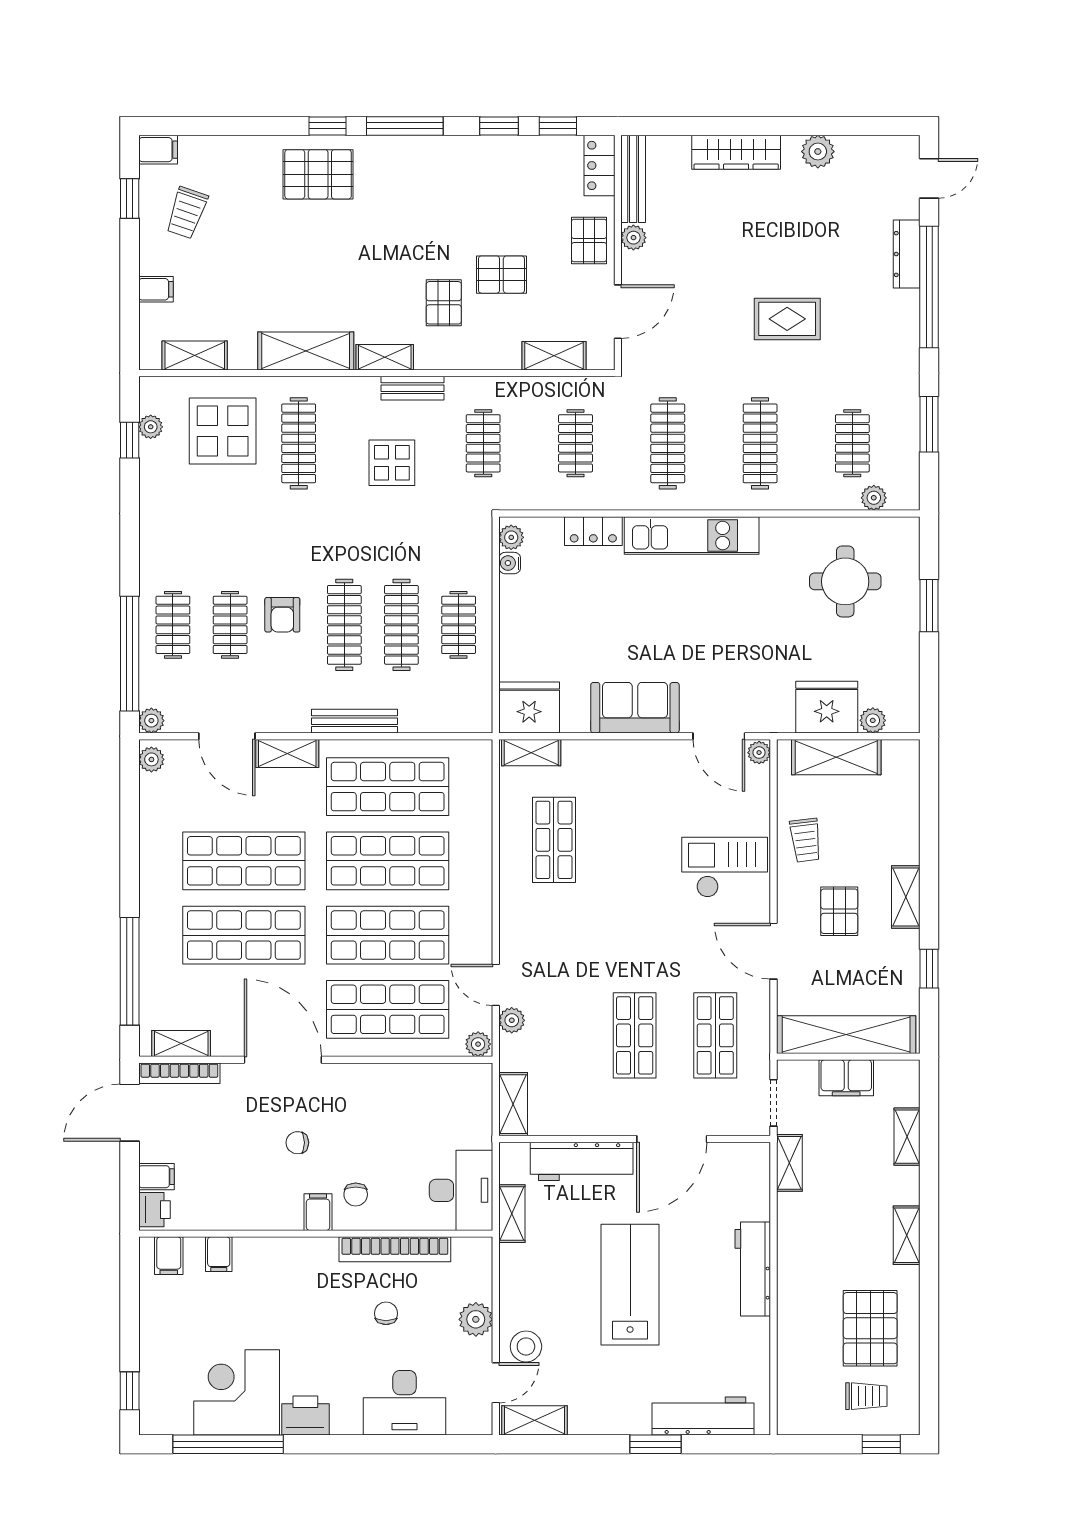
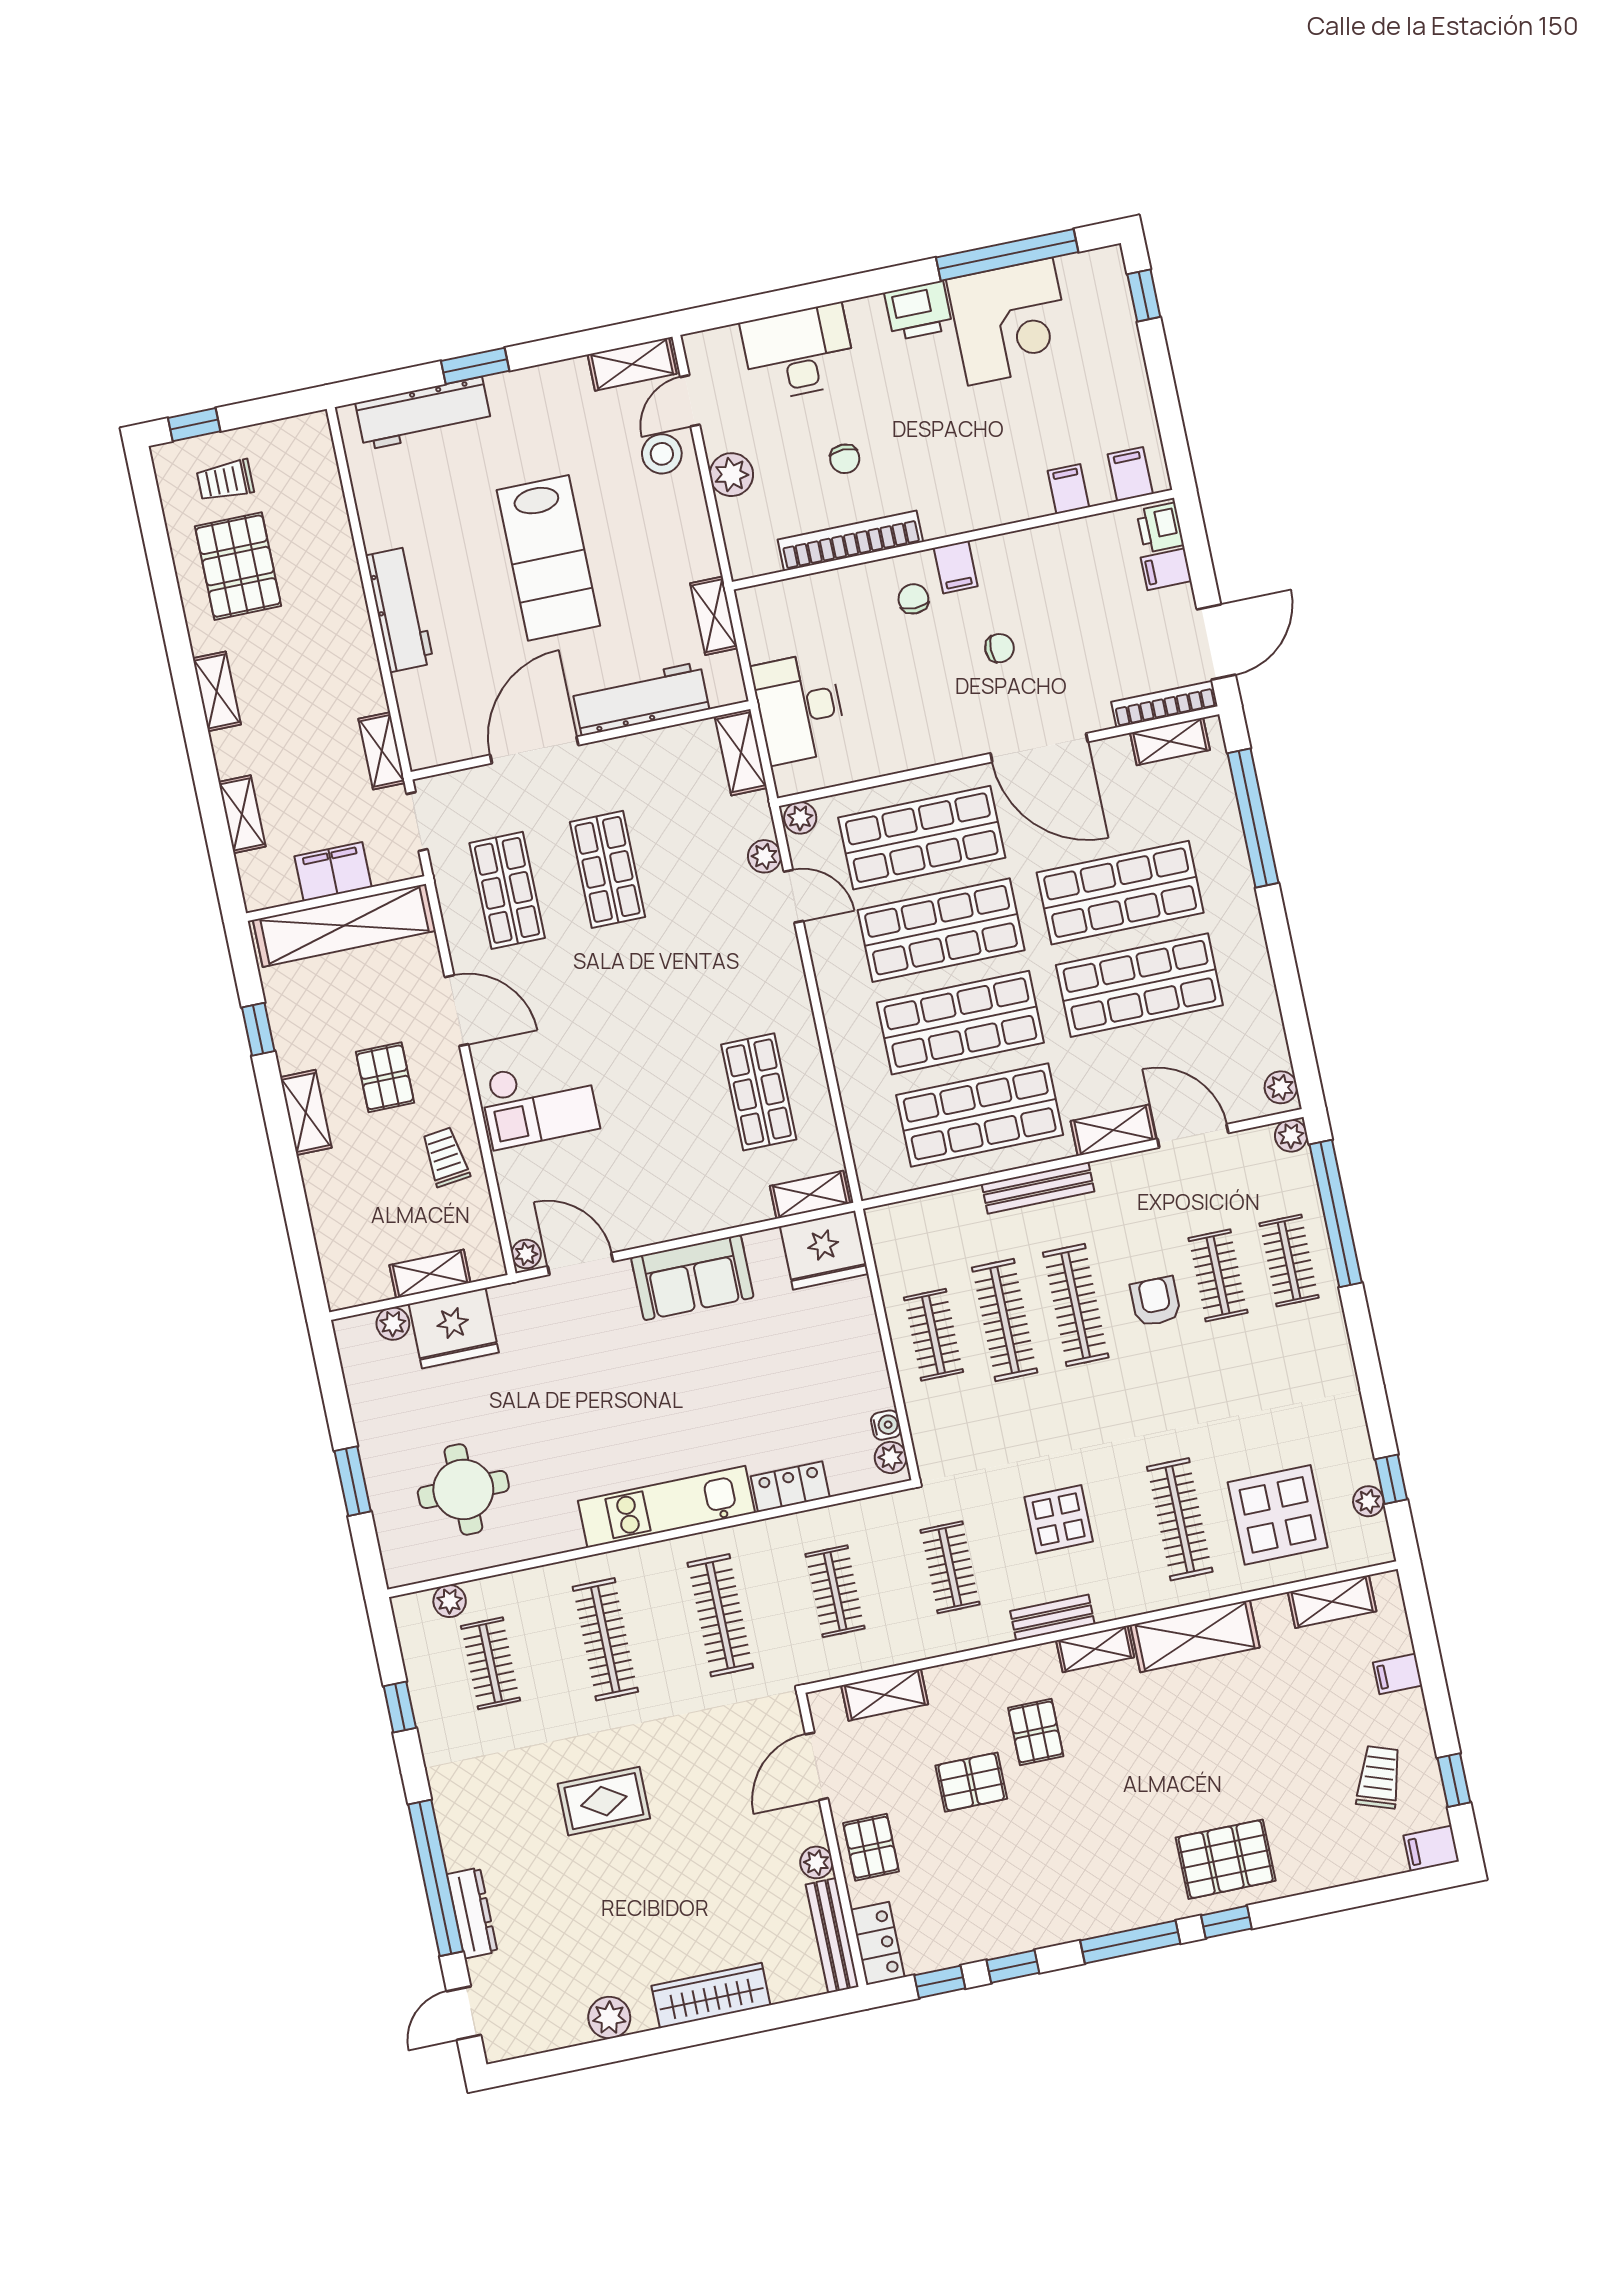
window: (929, 424) -> (400, 1707), width x0.67
shelving: (836, 757) -> (430, 1274), width x0.67, depth x0.75
desk: (461, 1190) -> (799, 708), moved

